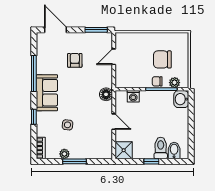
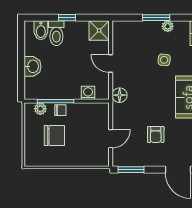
washbasin: (181, 99) -> (33, 66), moved

